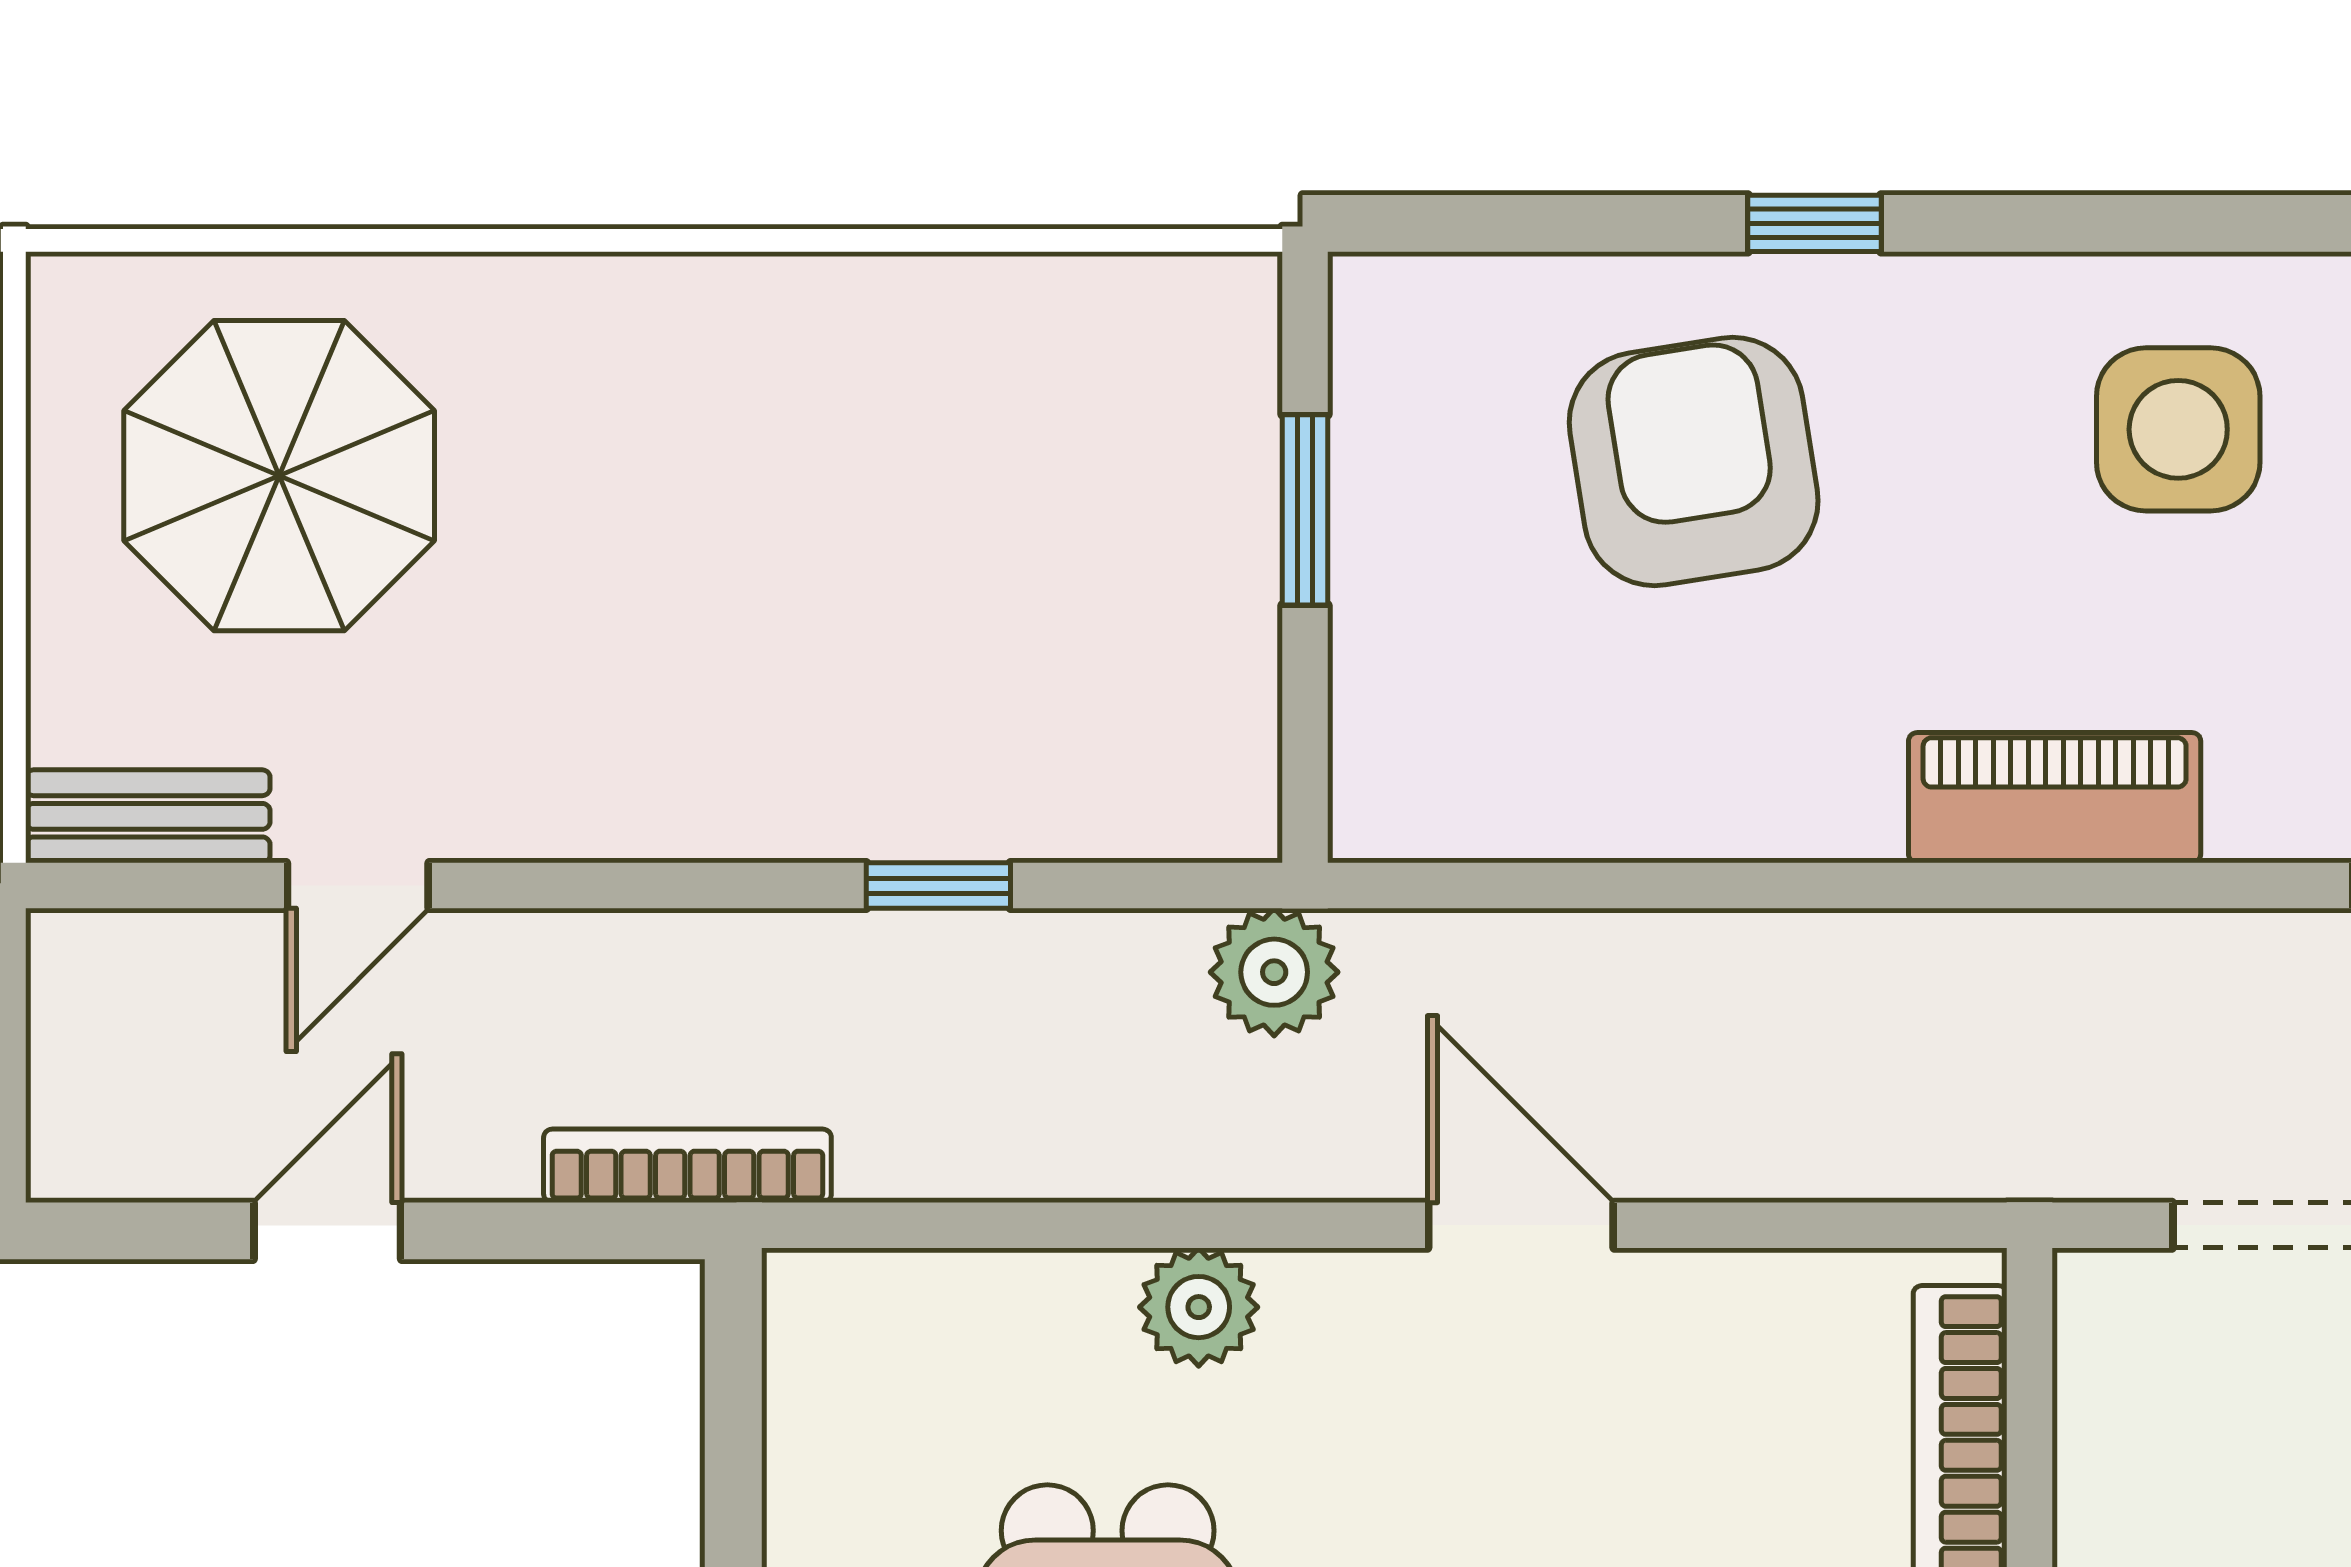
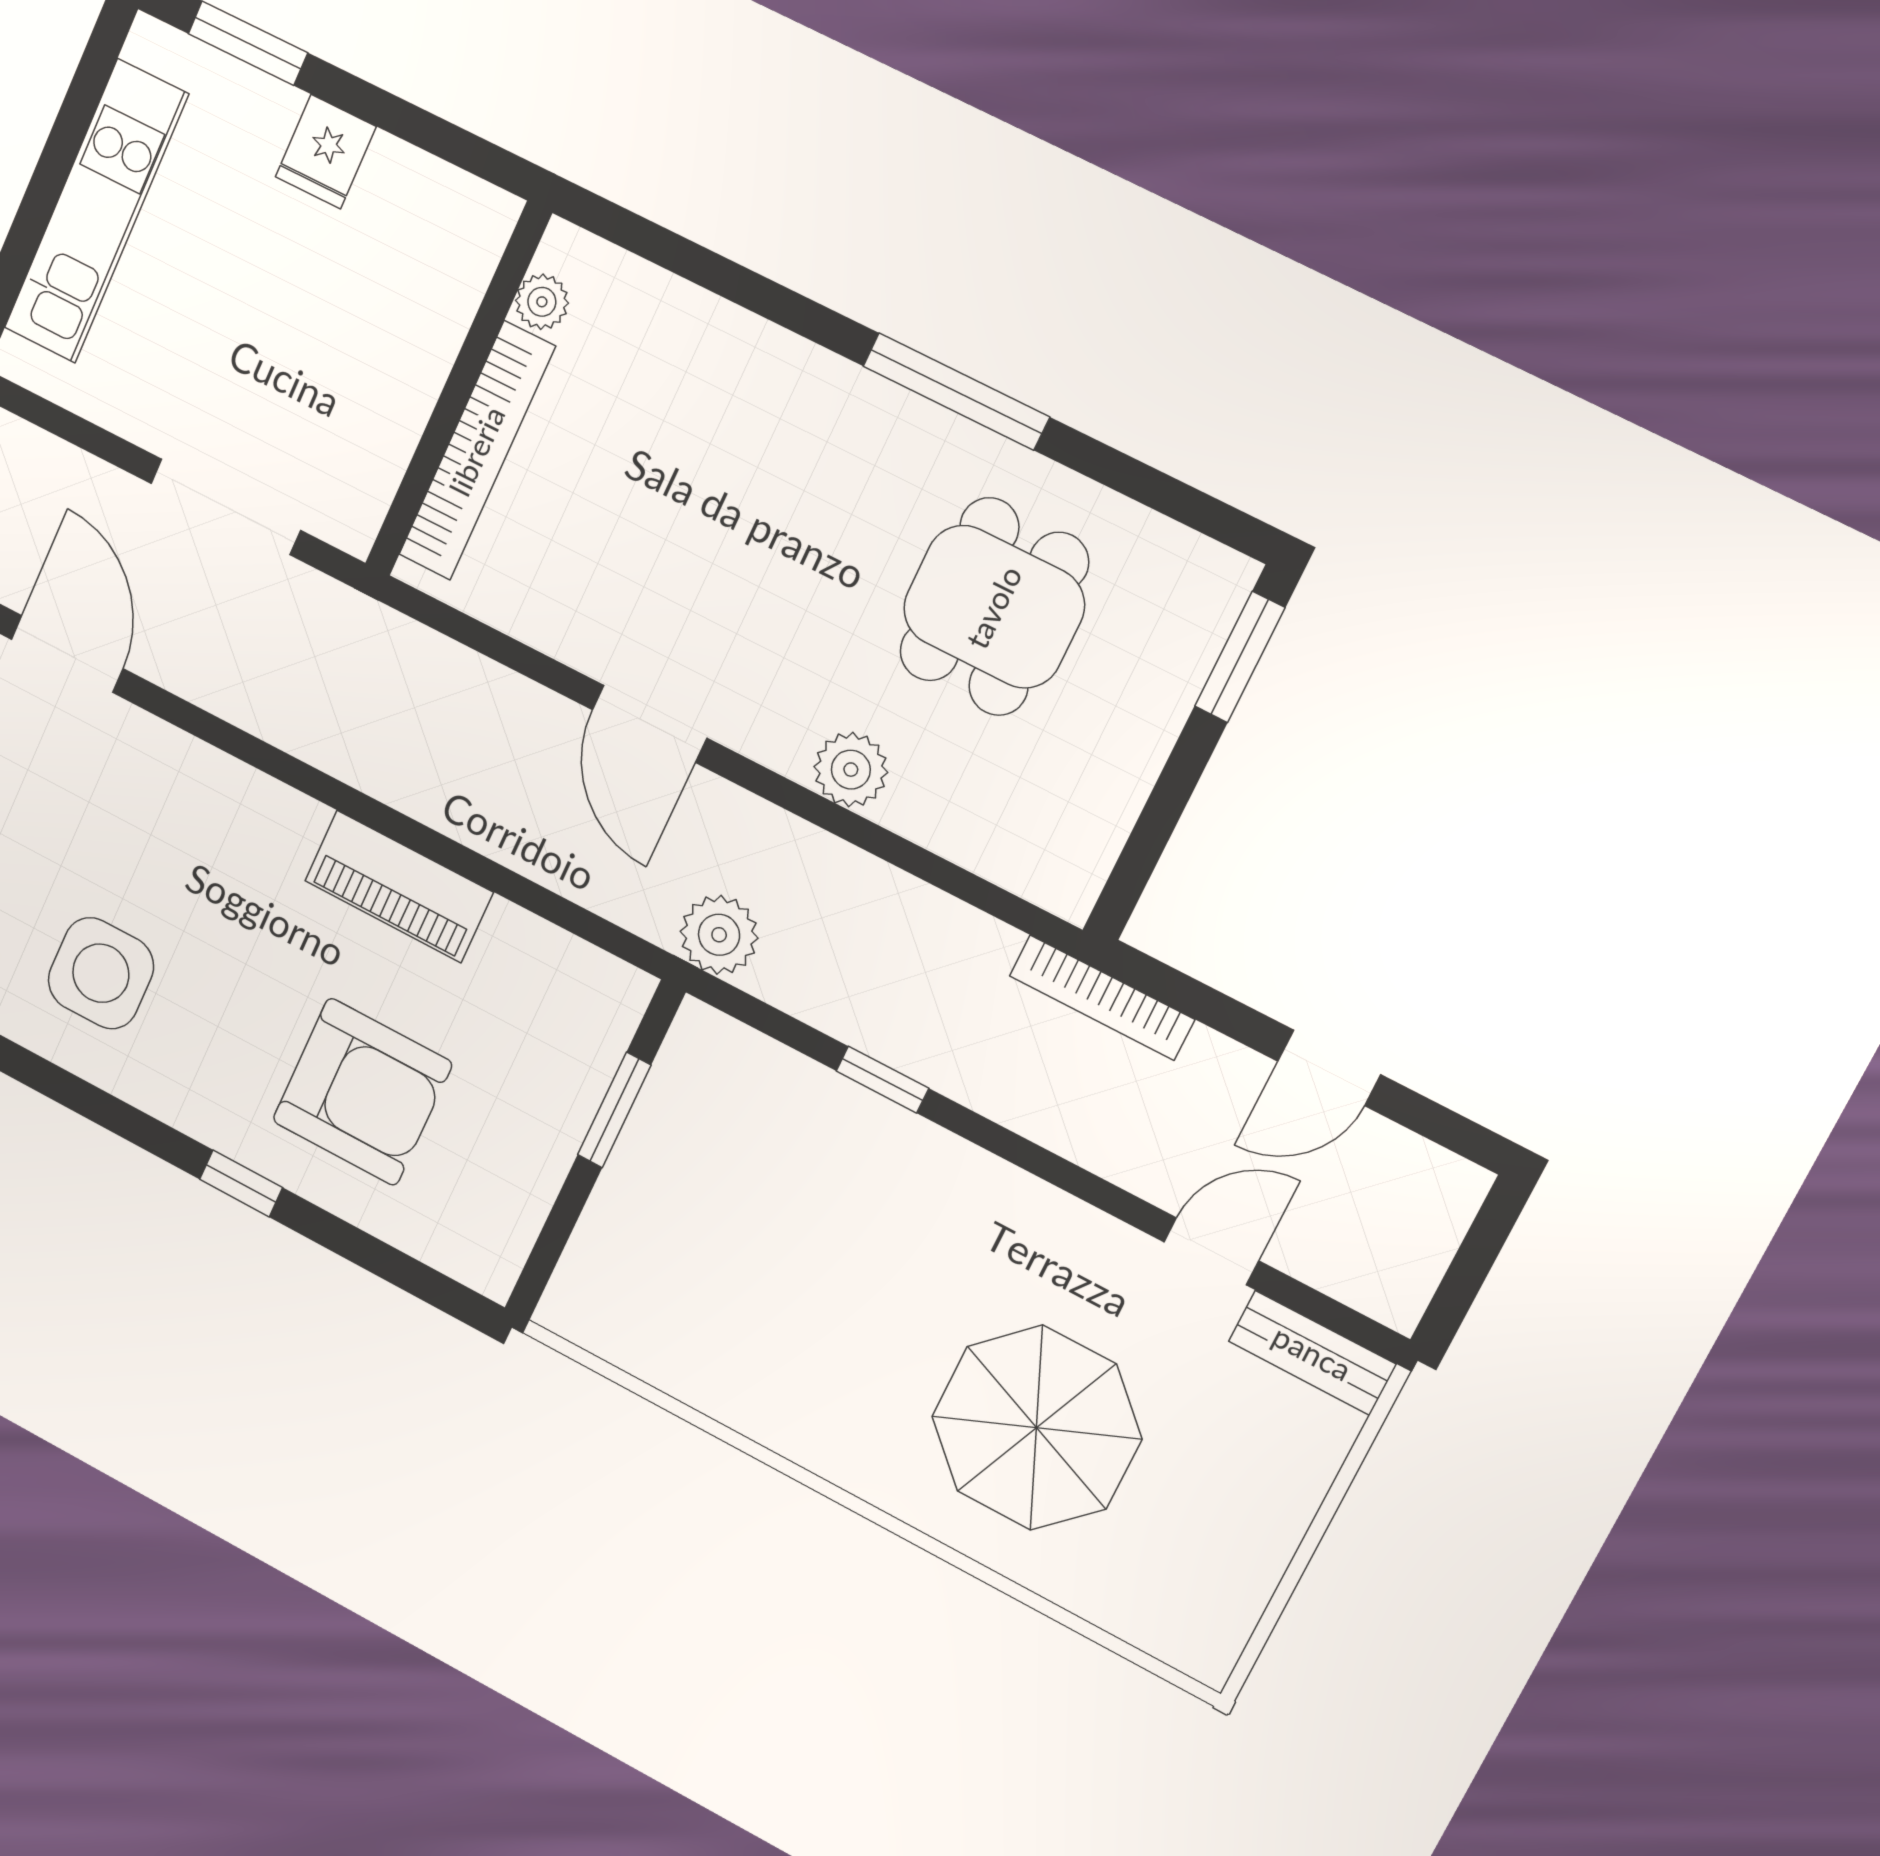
armchair: (1694, 461) -> (362, 1092), turned -81
parasol: (279, 476) -> (1037, 1428), moved
window: (1305, 510) -> (614, 1110), moved
piano: (2055, 798) -> (399, 886), moved

